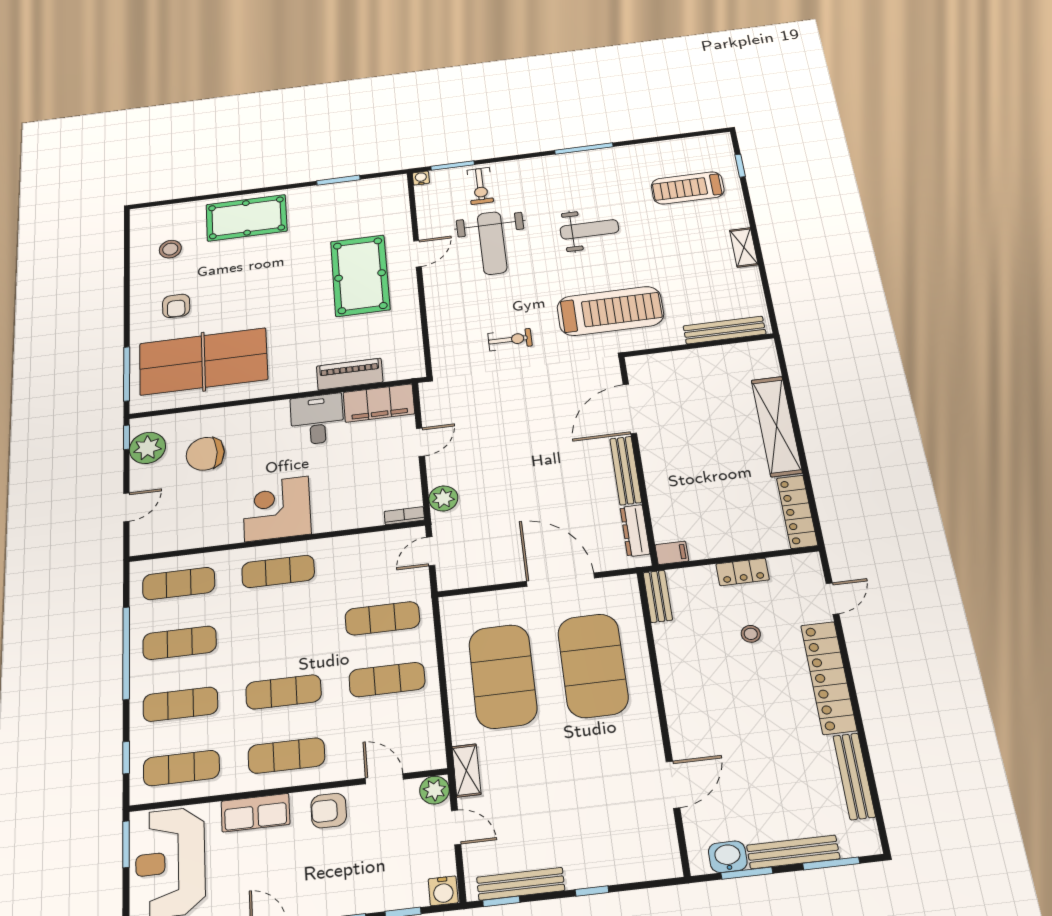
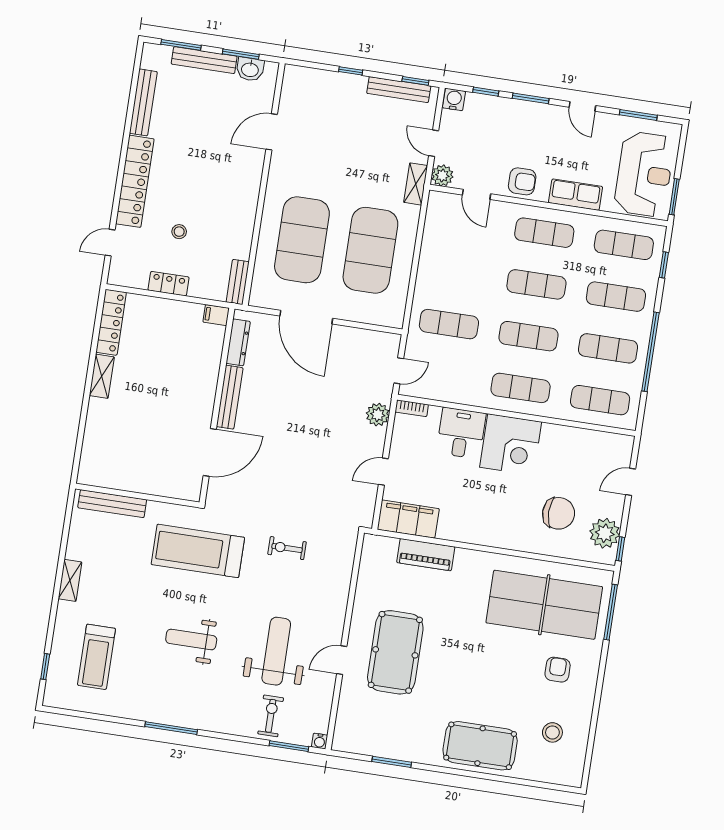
treadmill: (688, 188) -> (96, 657), turned 90
desk: (317, 419) -> (461, 433), moved, turned 180
shelving: (777, 426) -> (102, 376), width x0.45, depth x0.75
exercise mat: (387, 680) -> (528, 336), moved

